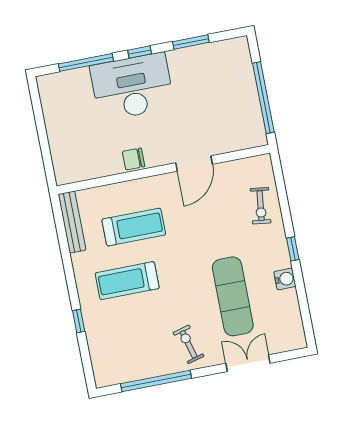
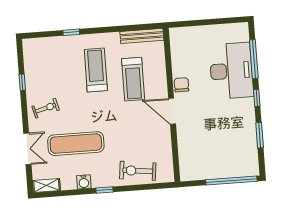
desk: (132, 87) -> (231, 71), moved
window: (263, 98) -> (231, 180), moved
door: (194, 163) -> (172, 111), moved
exercise bike: (261, 206) -> (138, 171), width x1.38, depth x1.39
shelving: (296, 331) -> (46, 185), added
window: (156, 381) -> (22, 82), width x0.32

